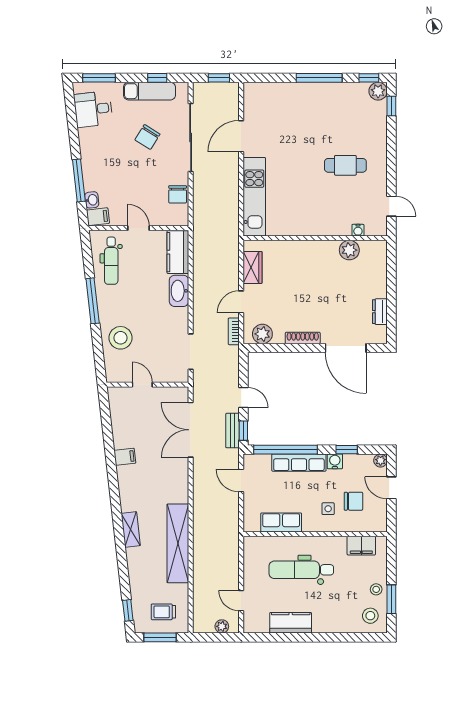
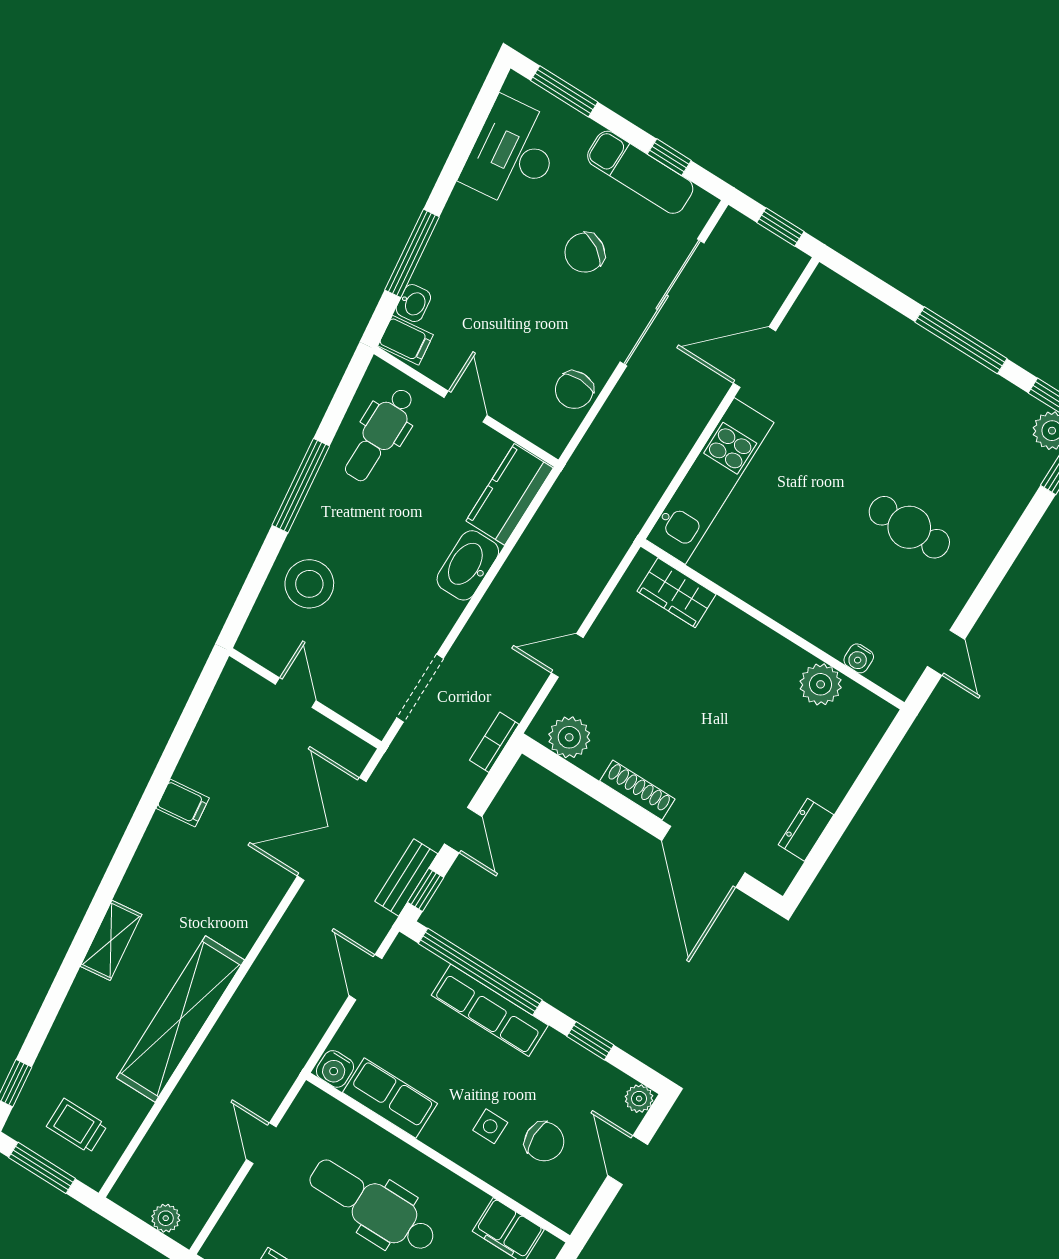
desk: (93, 109) -> (513, 153), width x1.37
wardrobe: (253, 267) -> (677, 593), moved, turned 90
bookcase: (234, 331) -> (494, 742), moved
water cooler: (335, 461) -> (335, 1069), moved, turned 180
door: (241, 601) -> (261, 1143), moved

